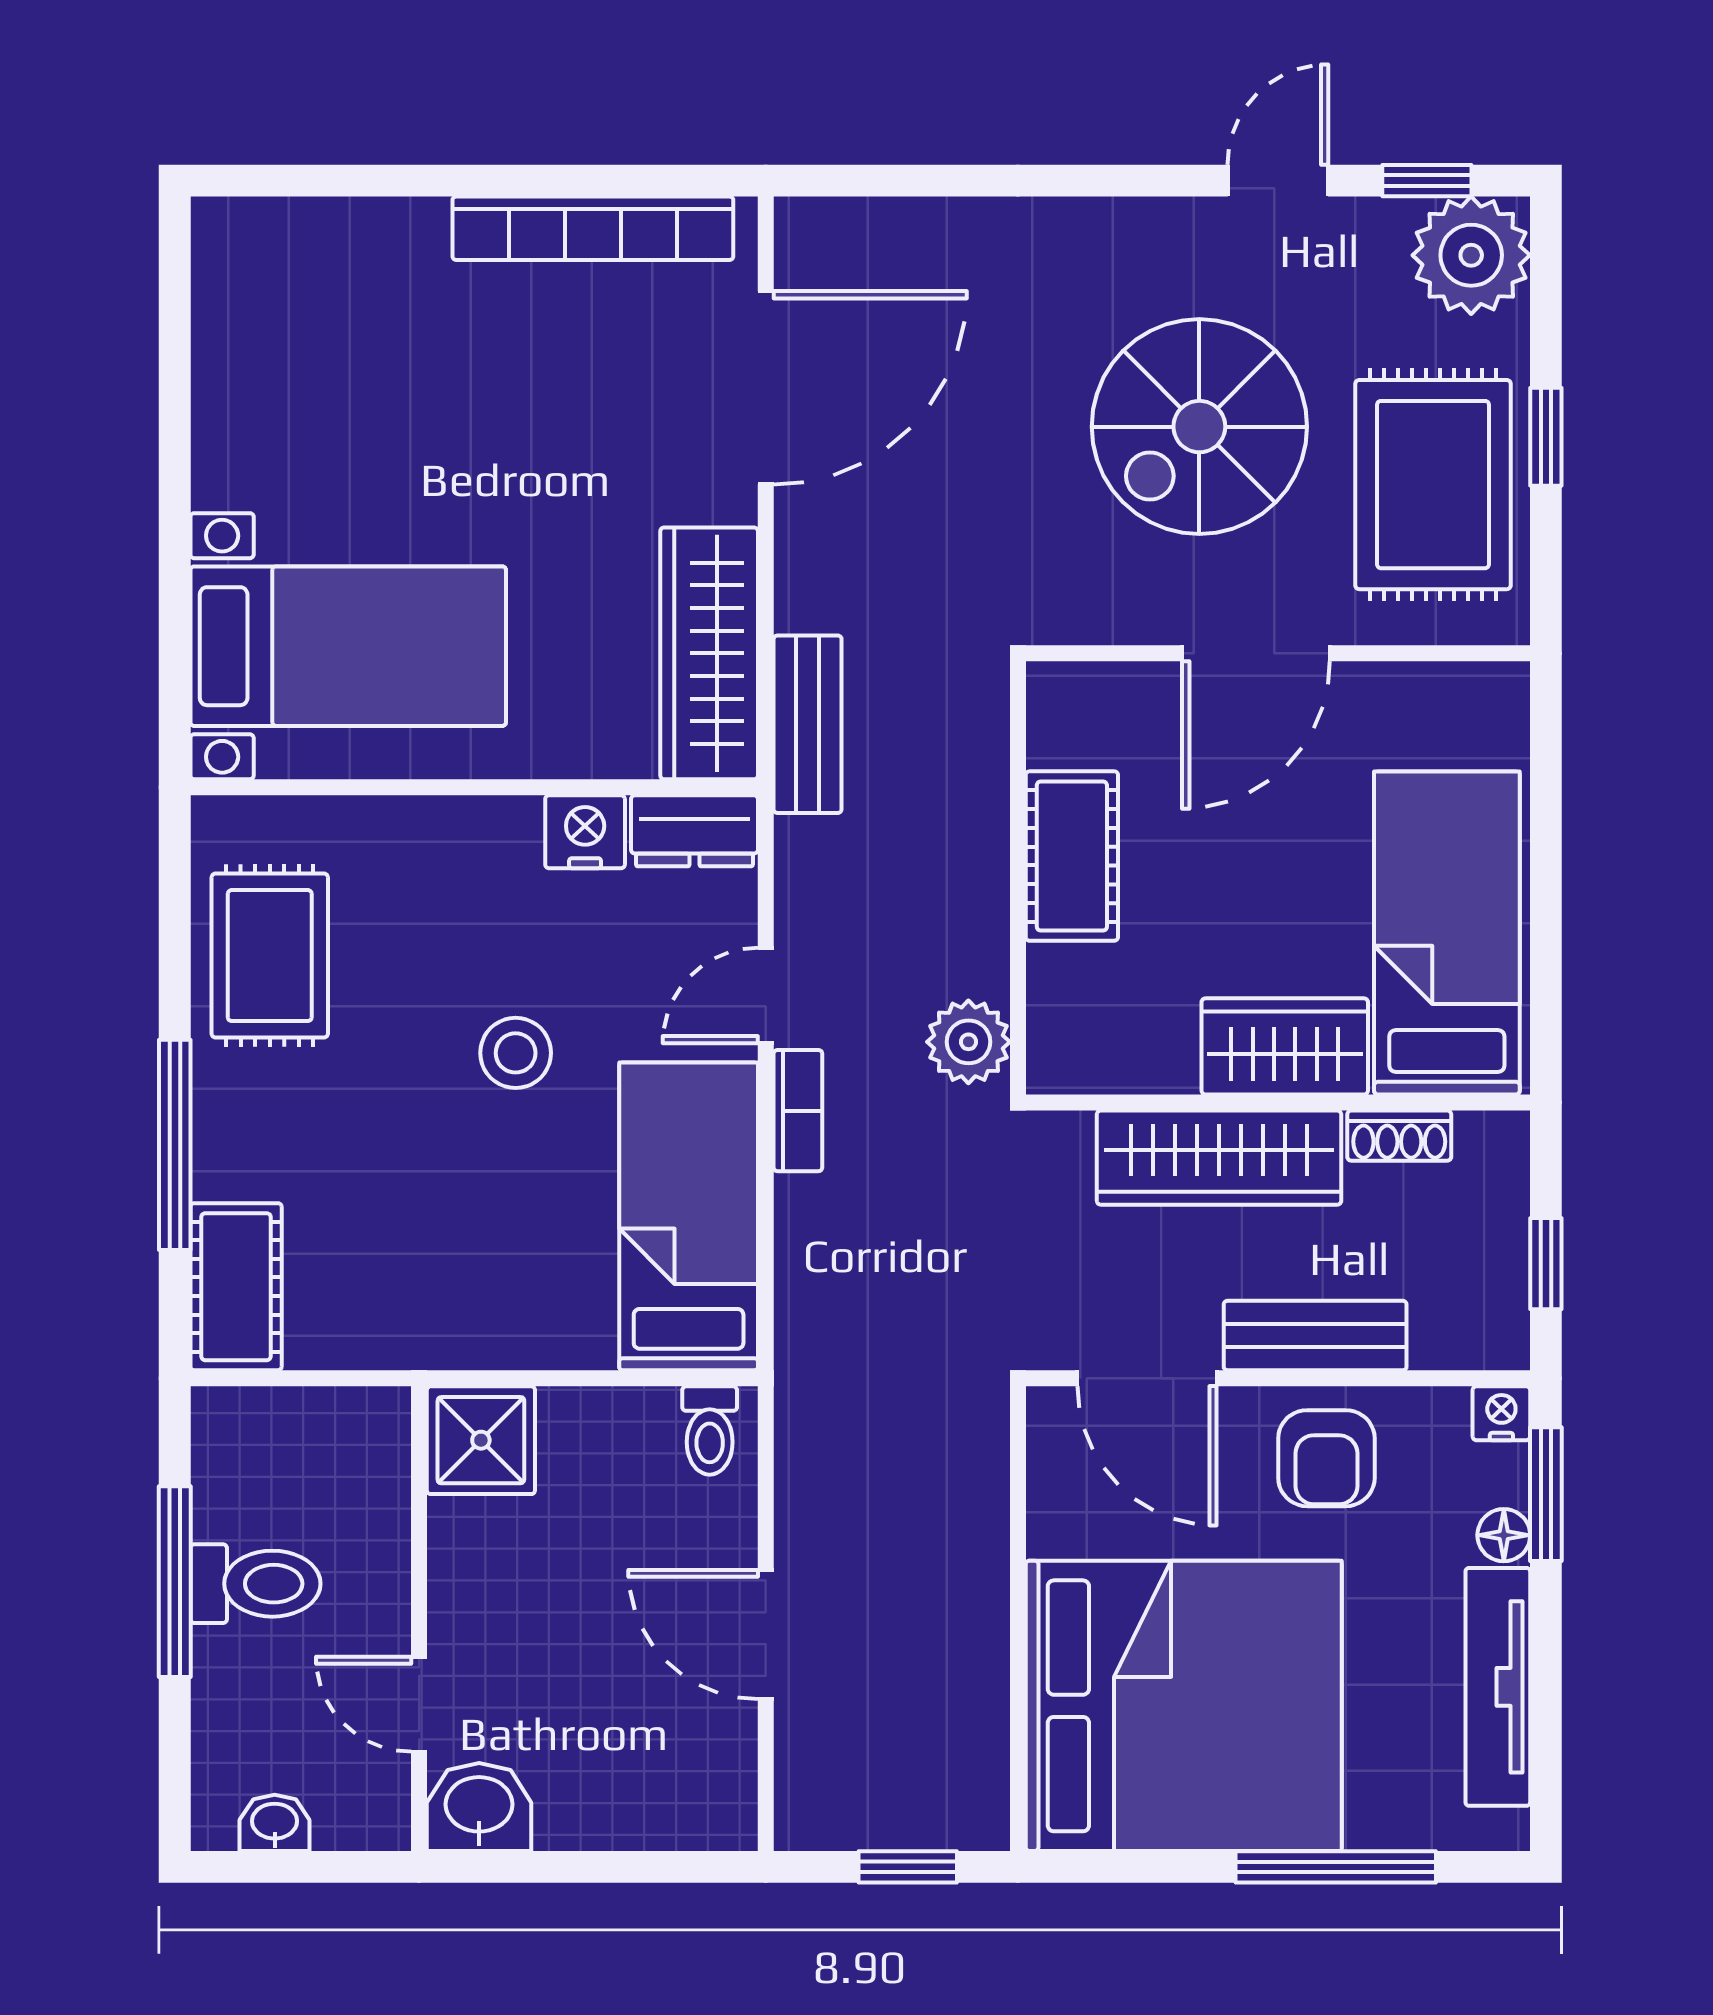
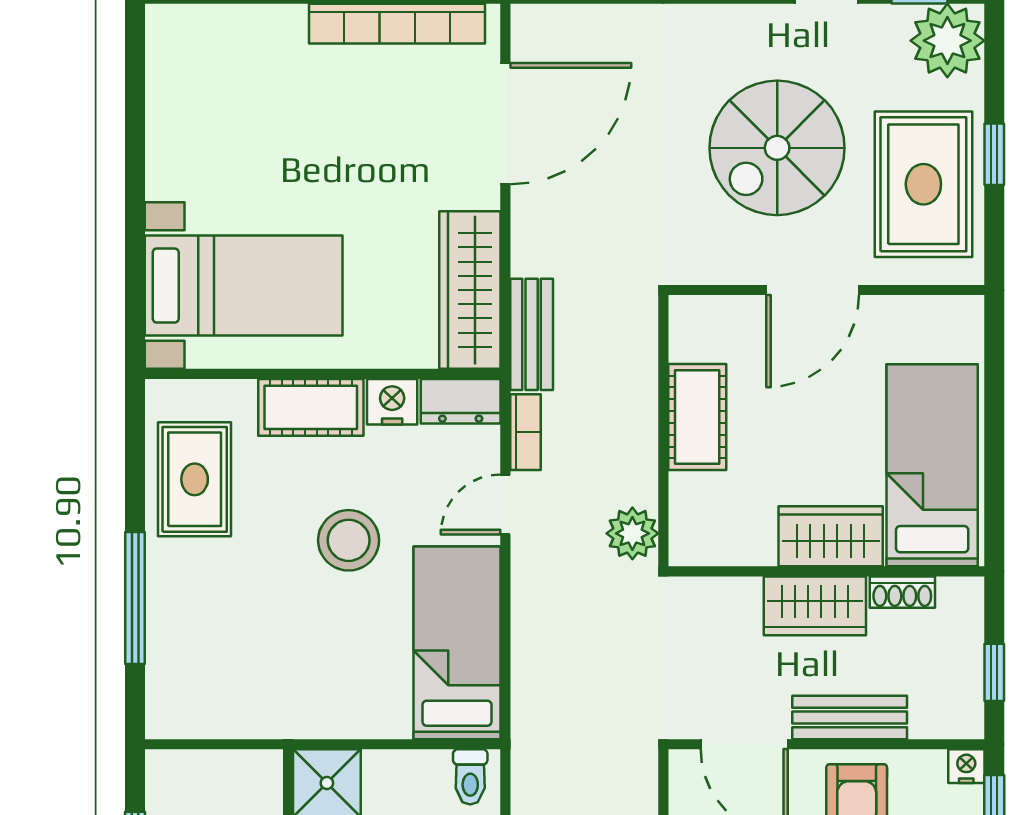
stool: (516, 1053) -> (349, 540), width x1.38, depth x1.38
bookcase: (798, 1111) -> (526, 432), moved
wardrobe: (1219, 1158) -> (815, 606), width x0.67
cot: (236, 1287) -> (311, 407), moved, turned 90

